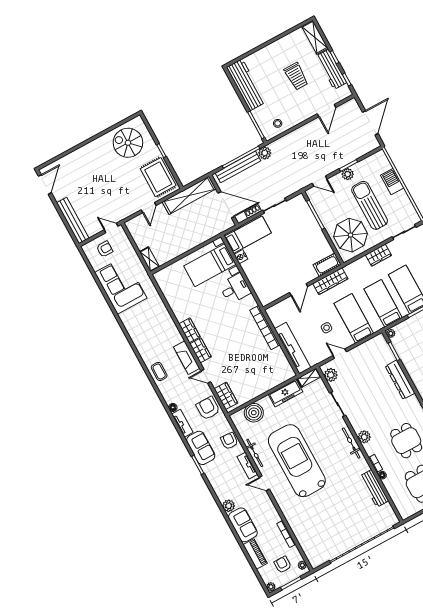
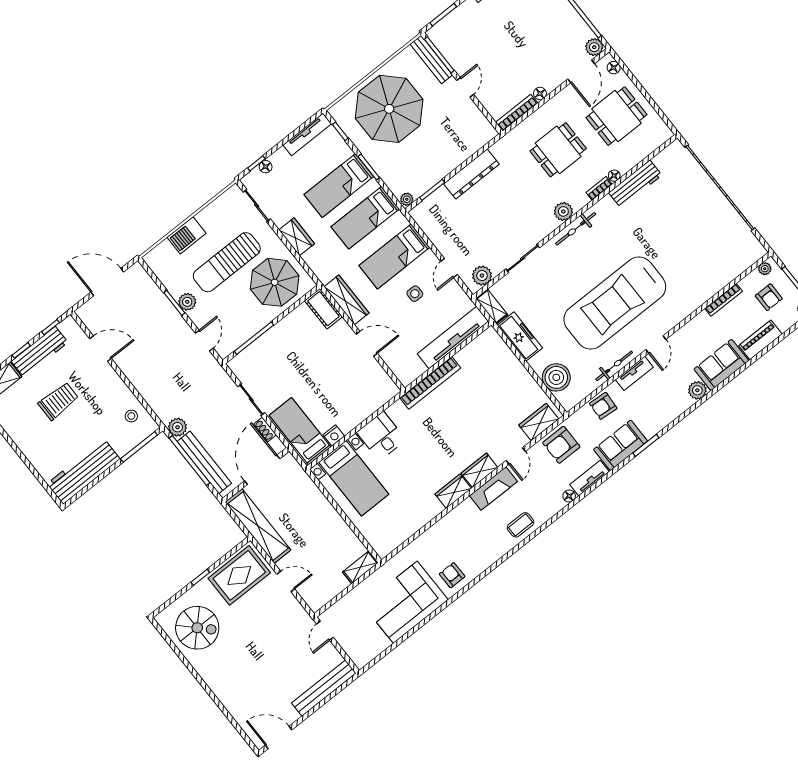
spiral stairs: (128, 143) -> (197, 628), turned -90
armchair: (105, 249) -> (452, 575), moved
armchair: (283, 565) -> (769, 297), turned -90

